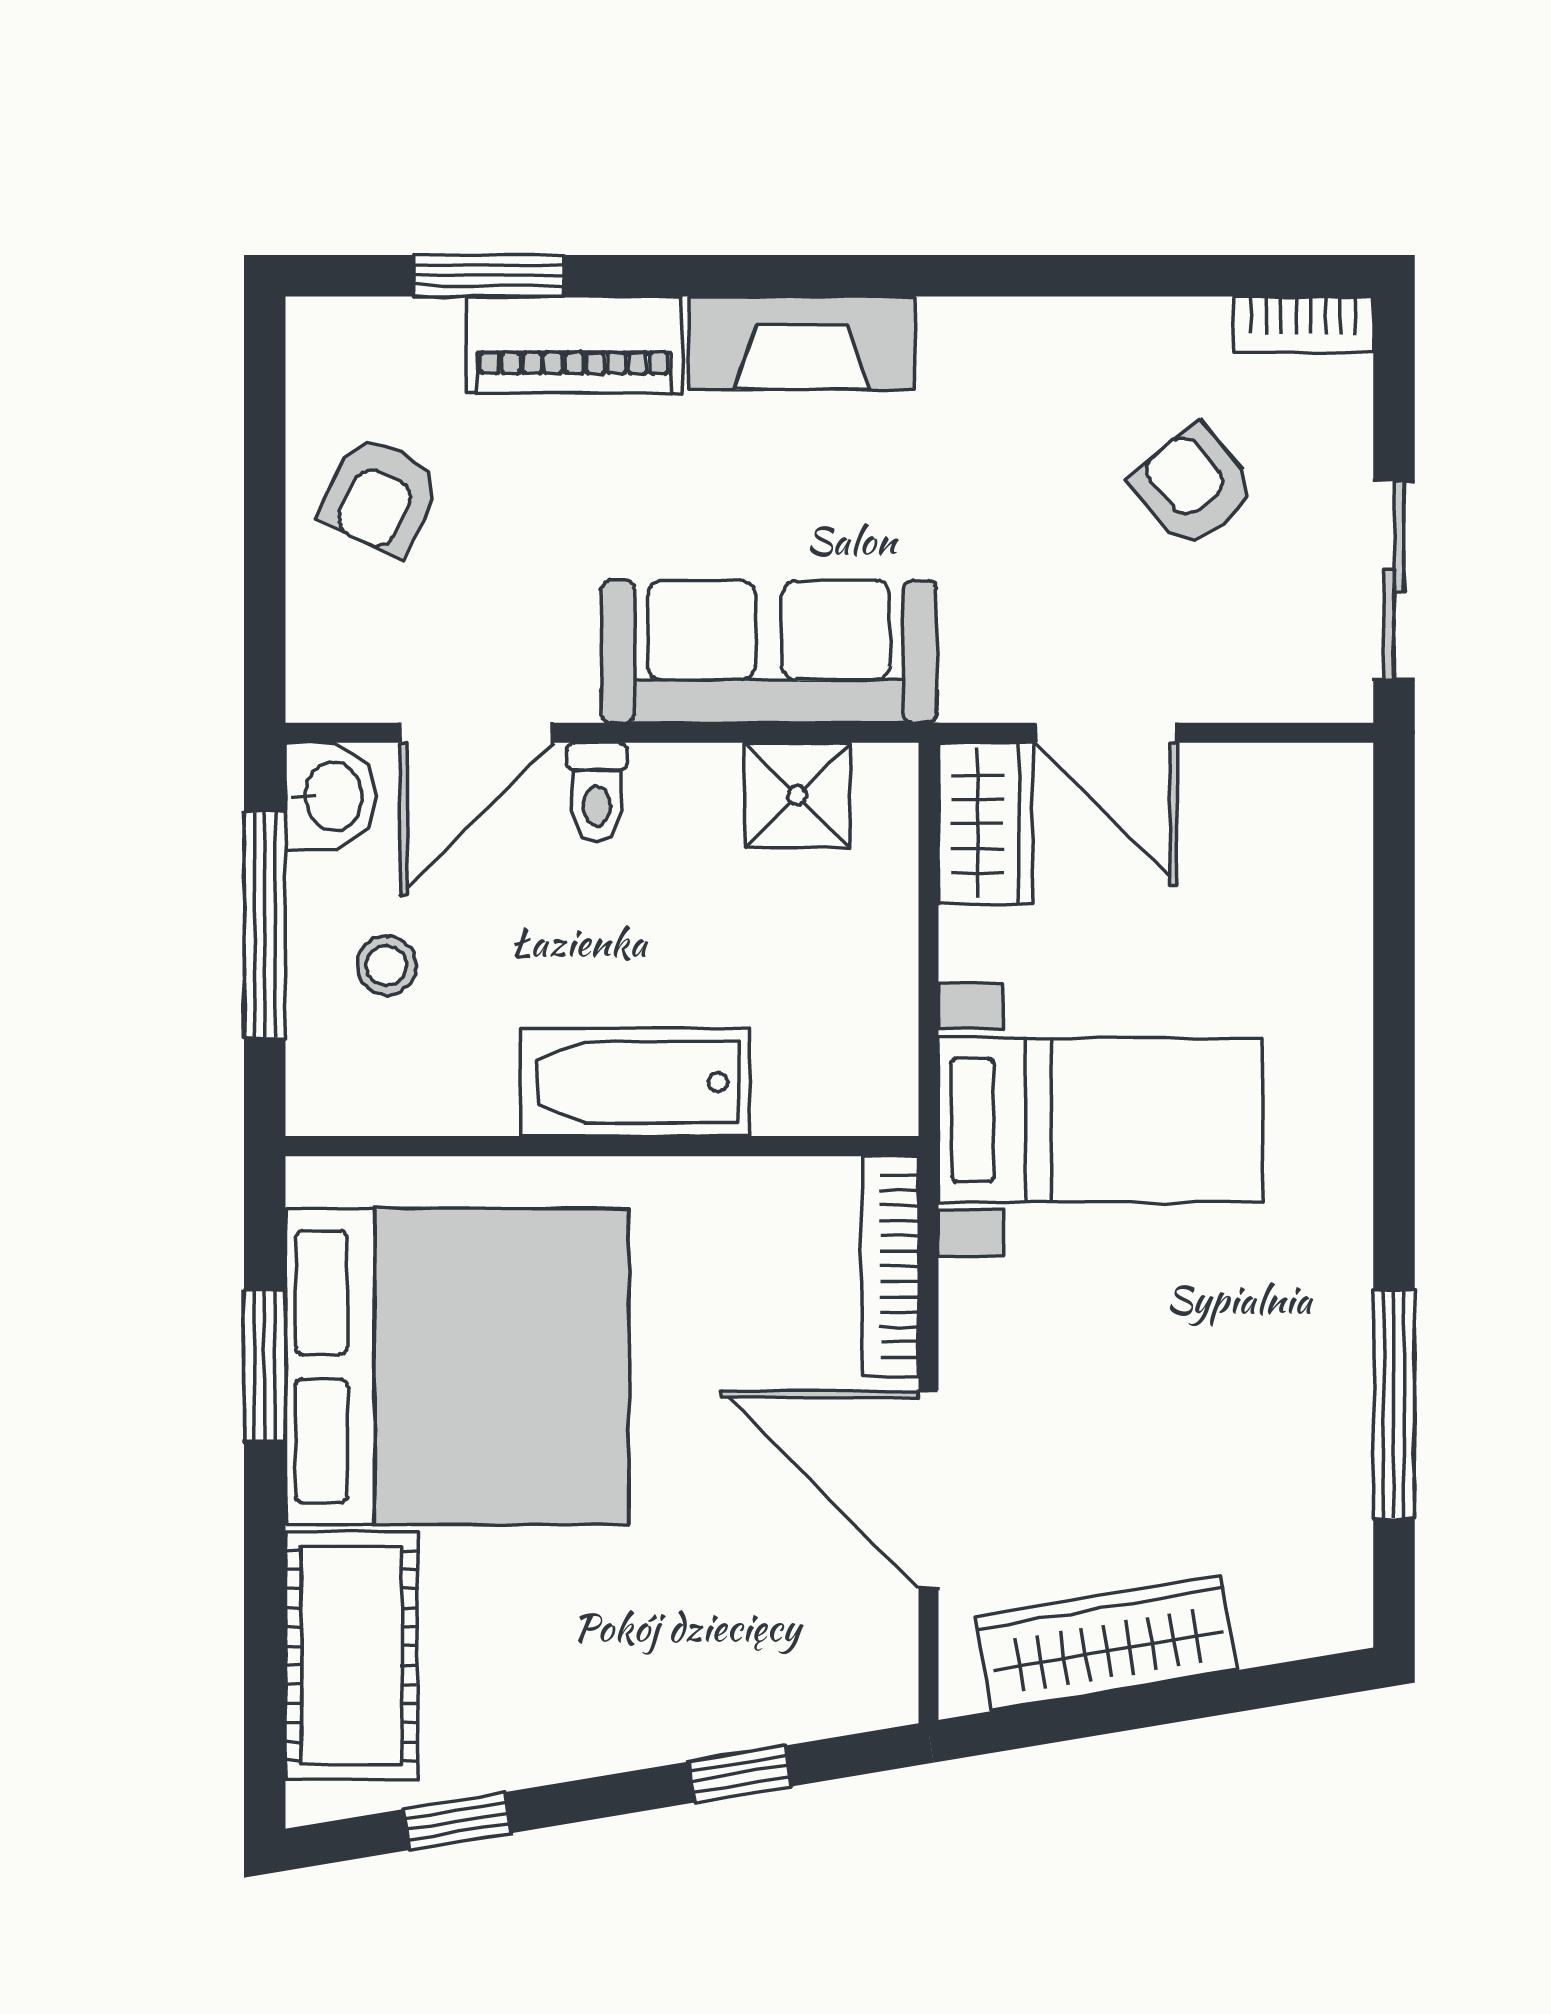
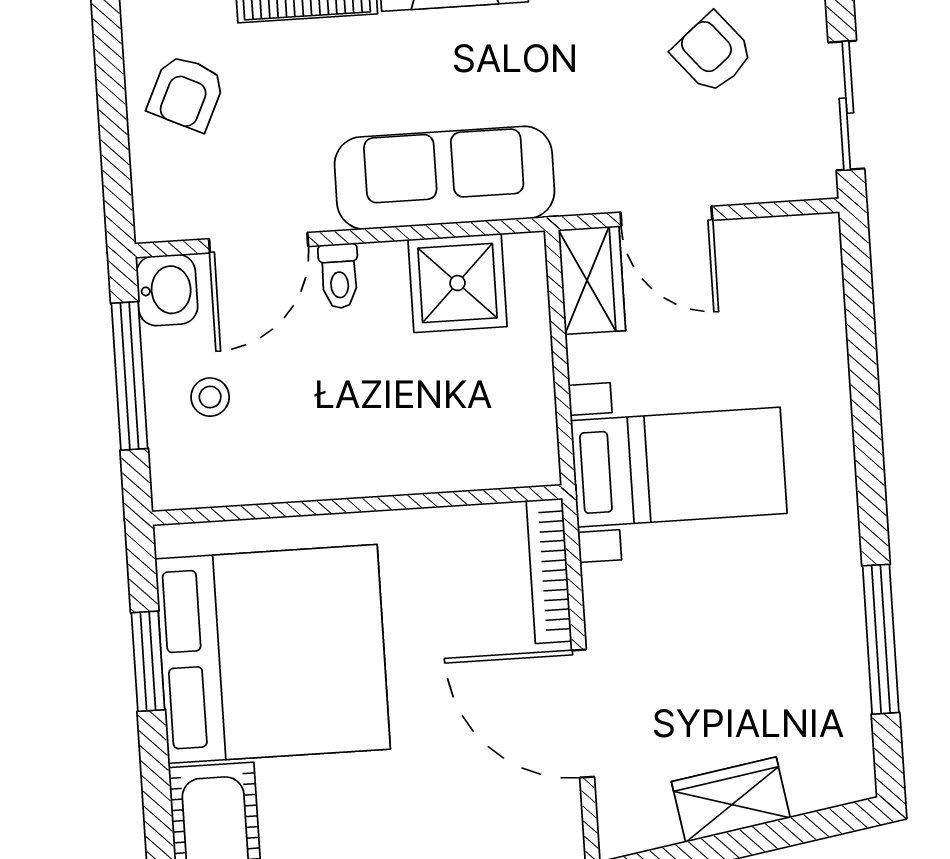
shower: (798, 795) -> (457, 283), width x1.36, depth x1.36
bathtub: (635, 1082) -> (376, 462), removed
wardrobe: (1106, 1643) -> (731, 800), width x0.67

